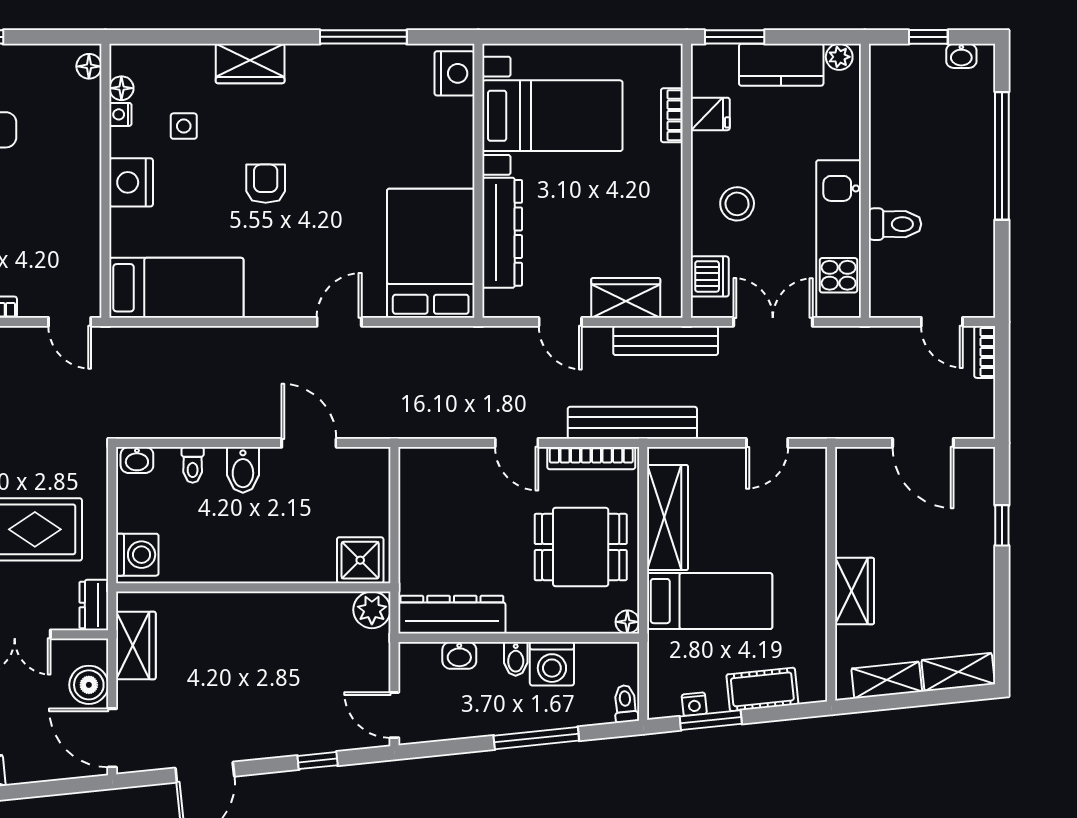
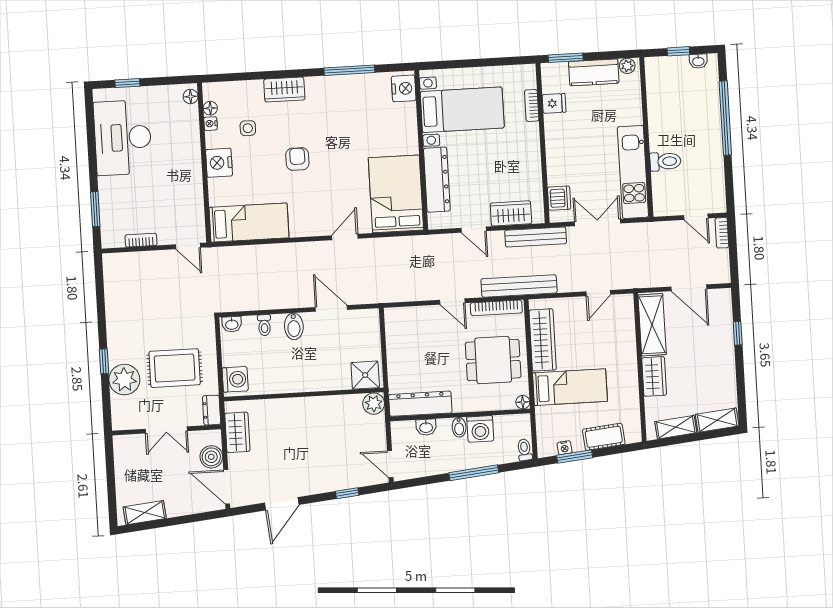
stool: (737, 204) -> (573, 155), removed
shelving: (856, 502) -> (652, 325), added

